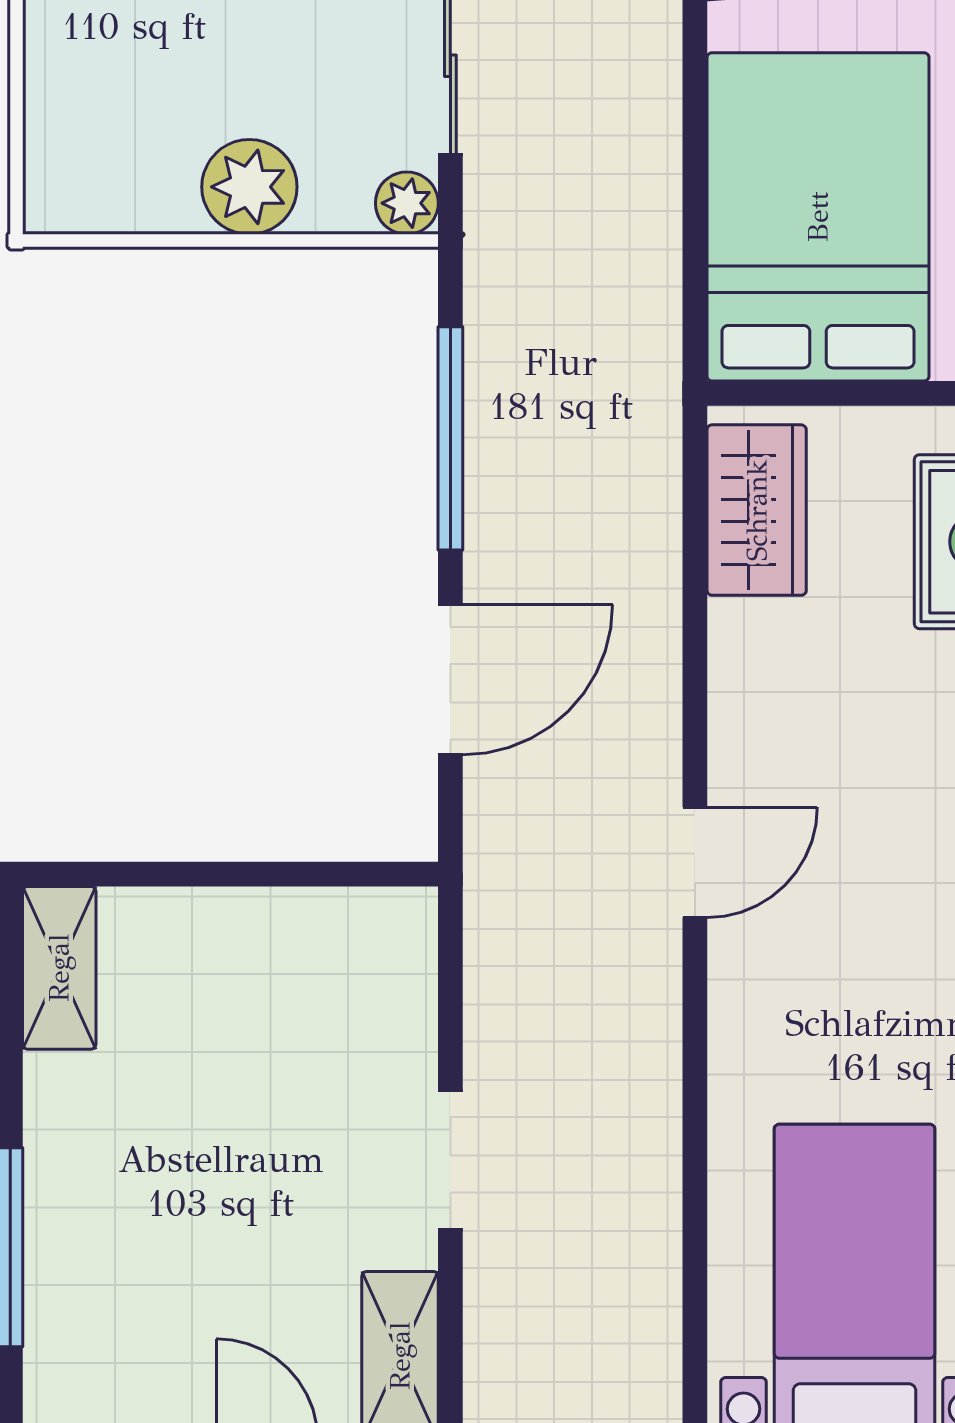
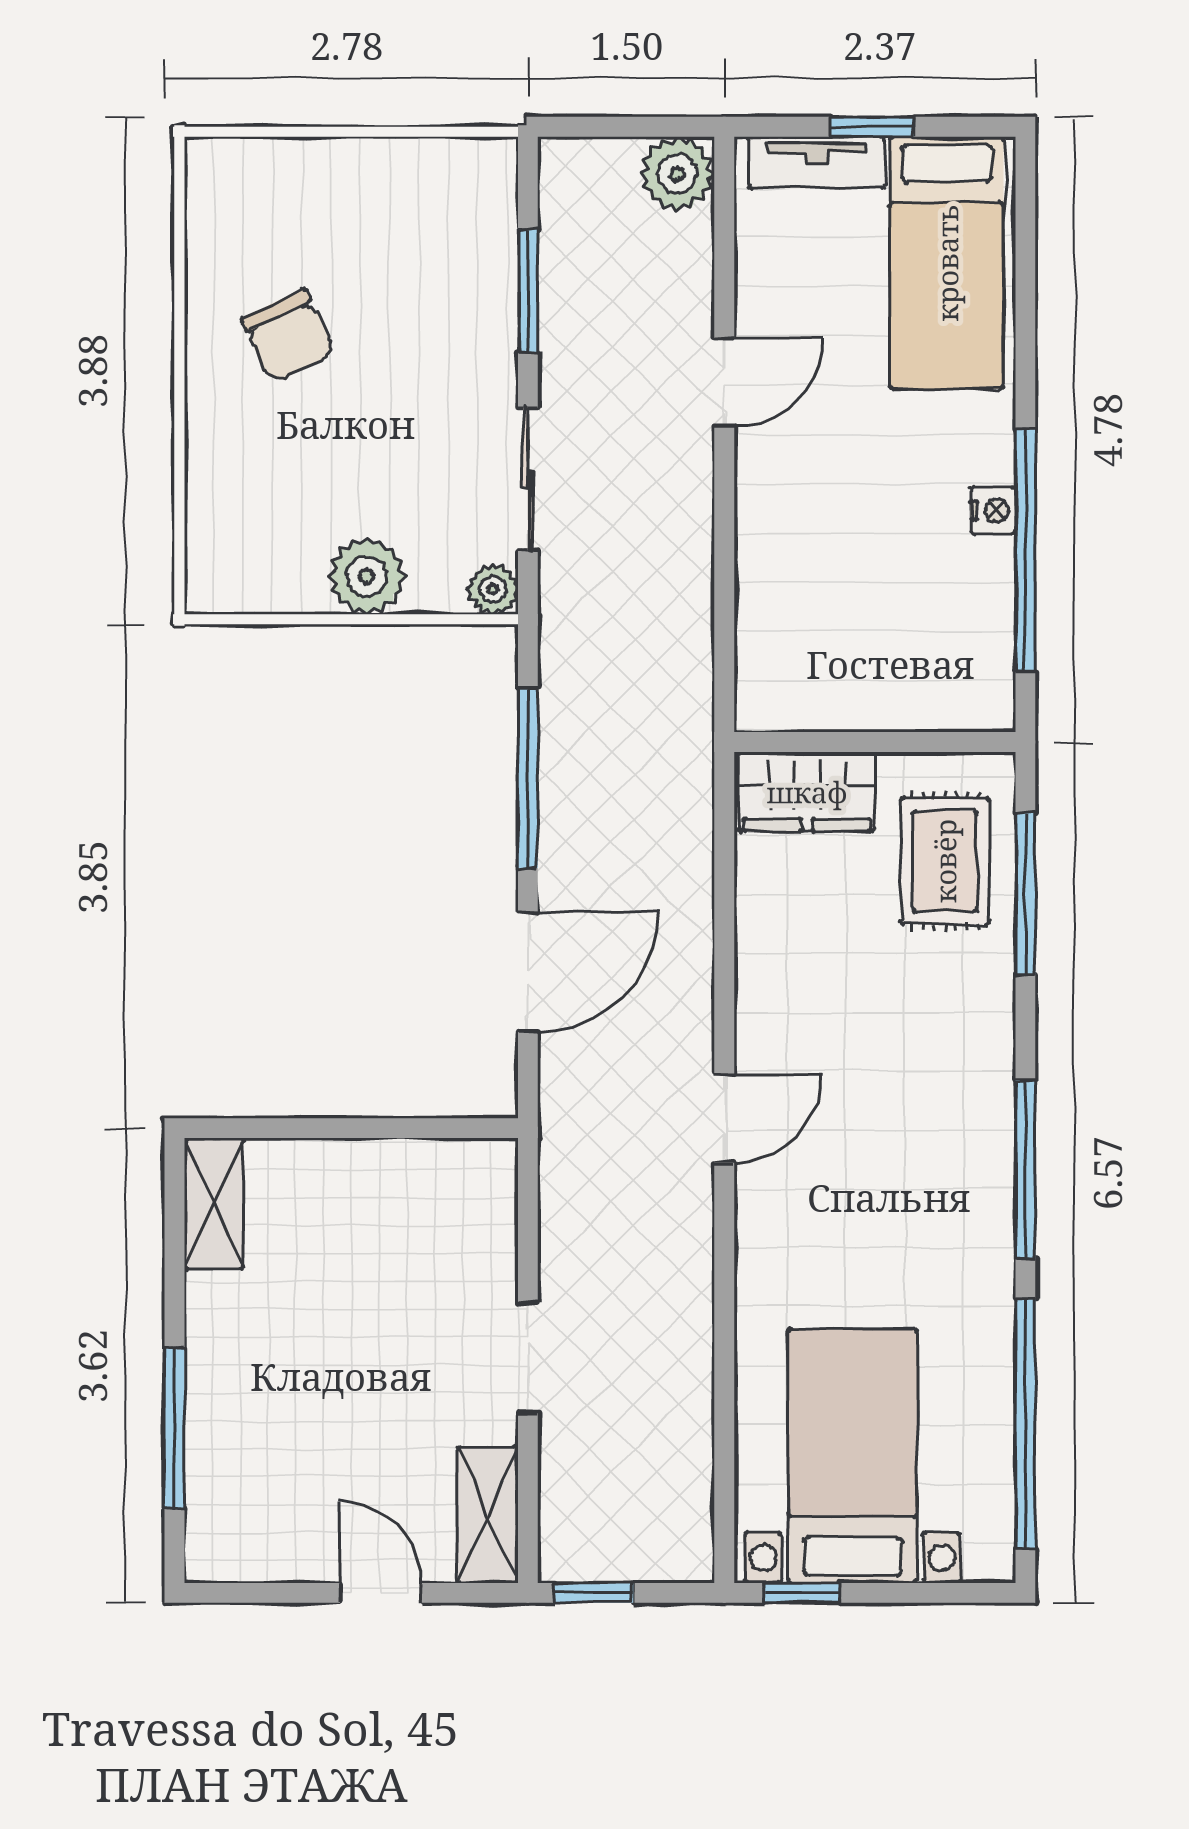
bed: (818, 217) -> (823, 600), removed
wardrobe: (757, 510) -> (807, 792), moved, turned 90

